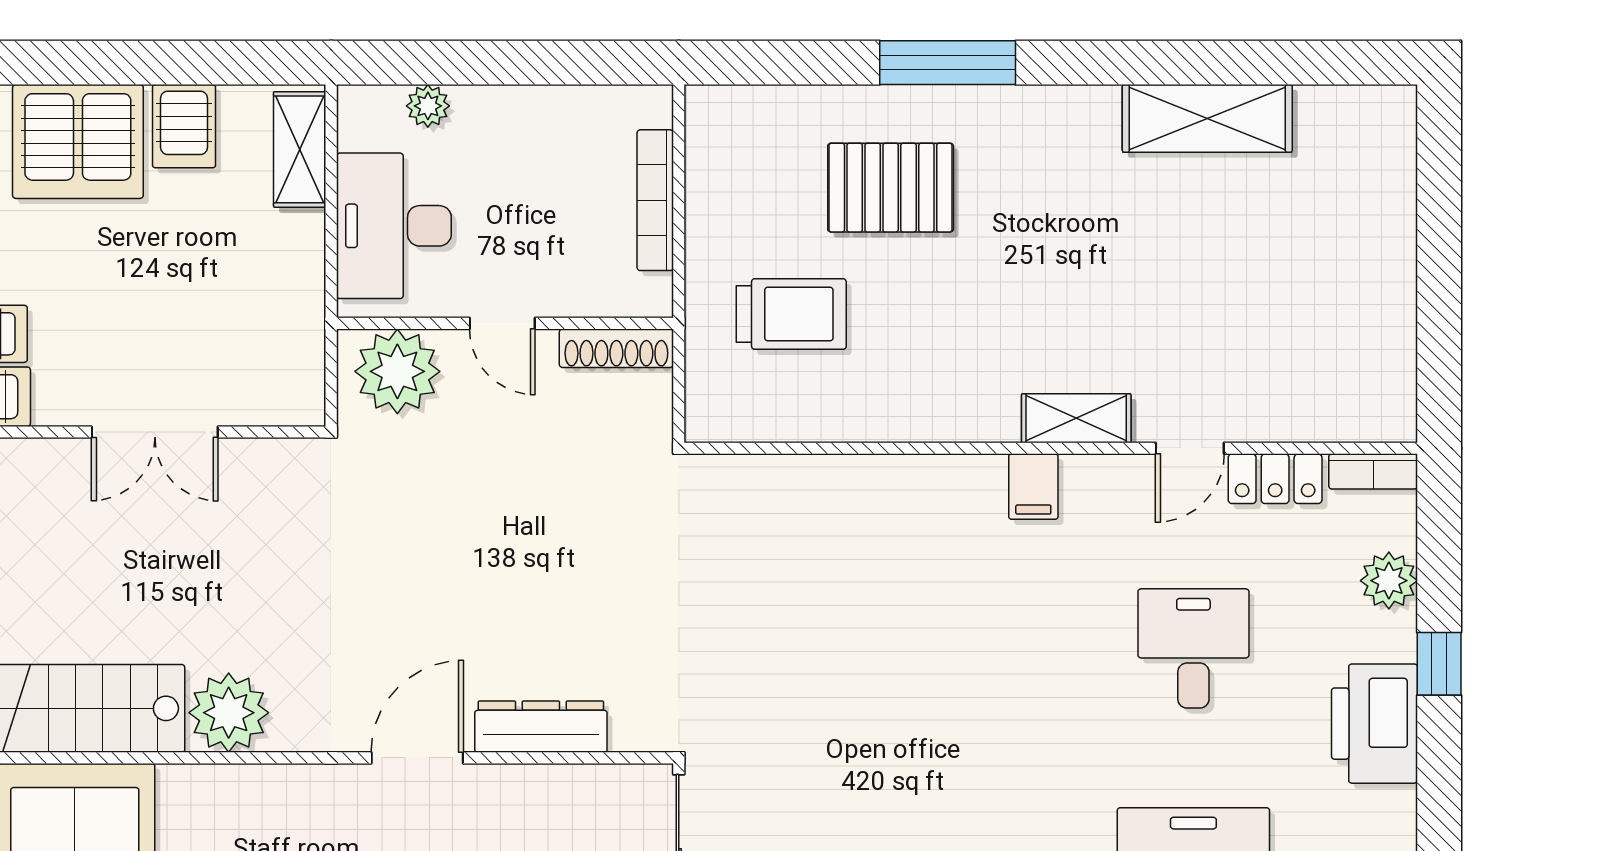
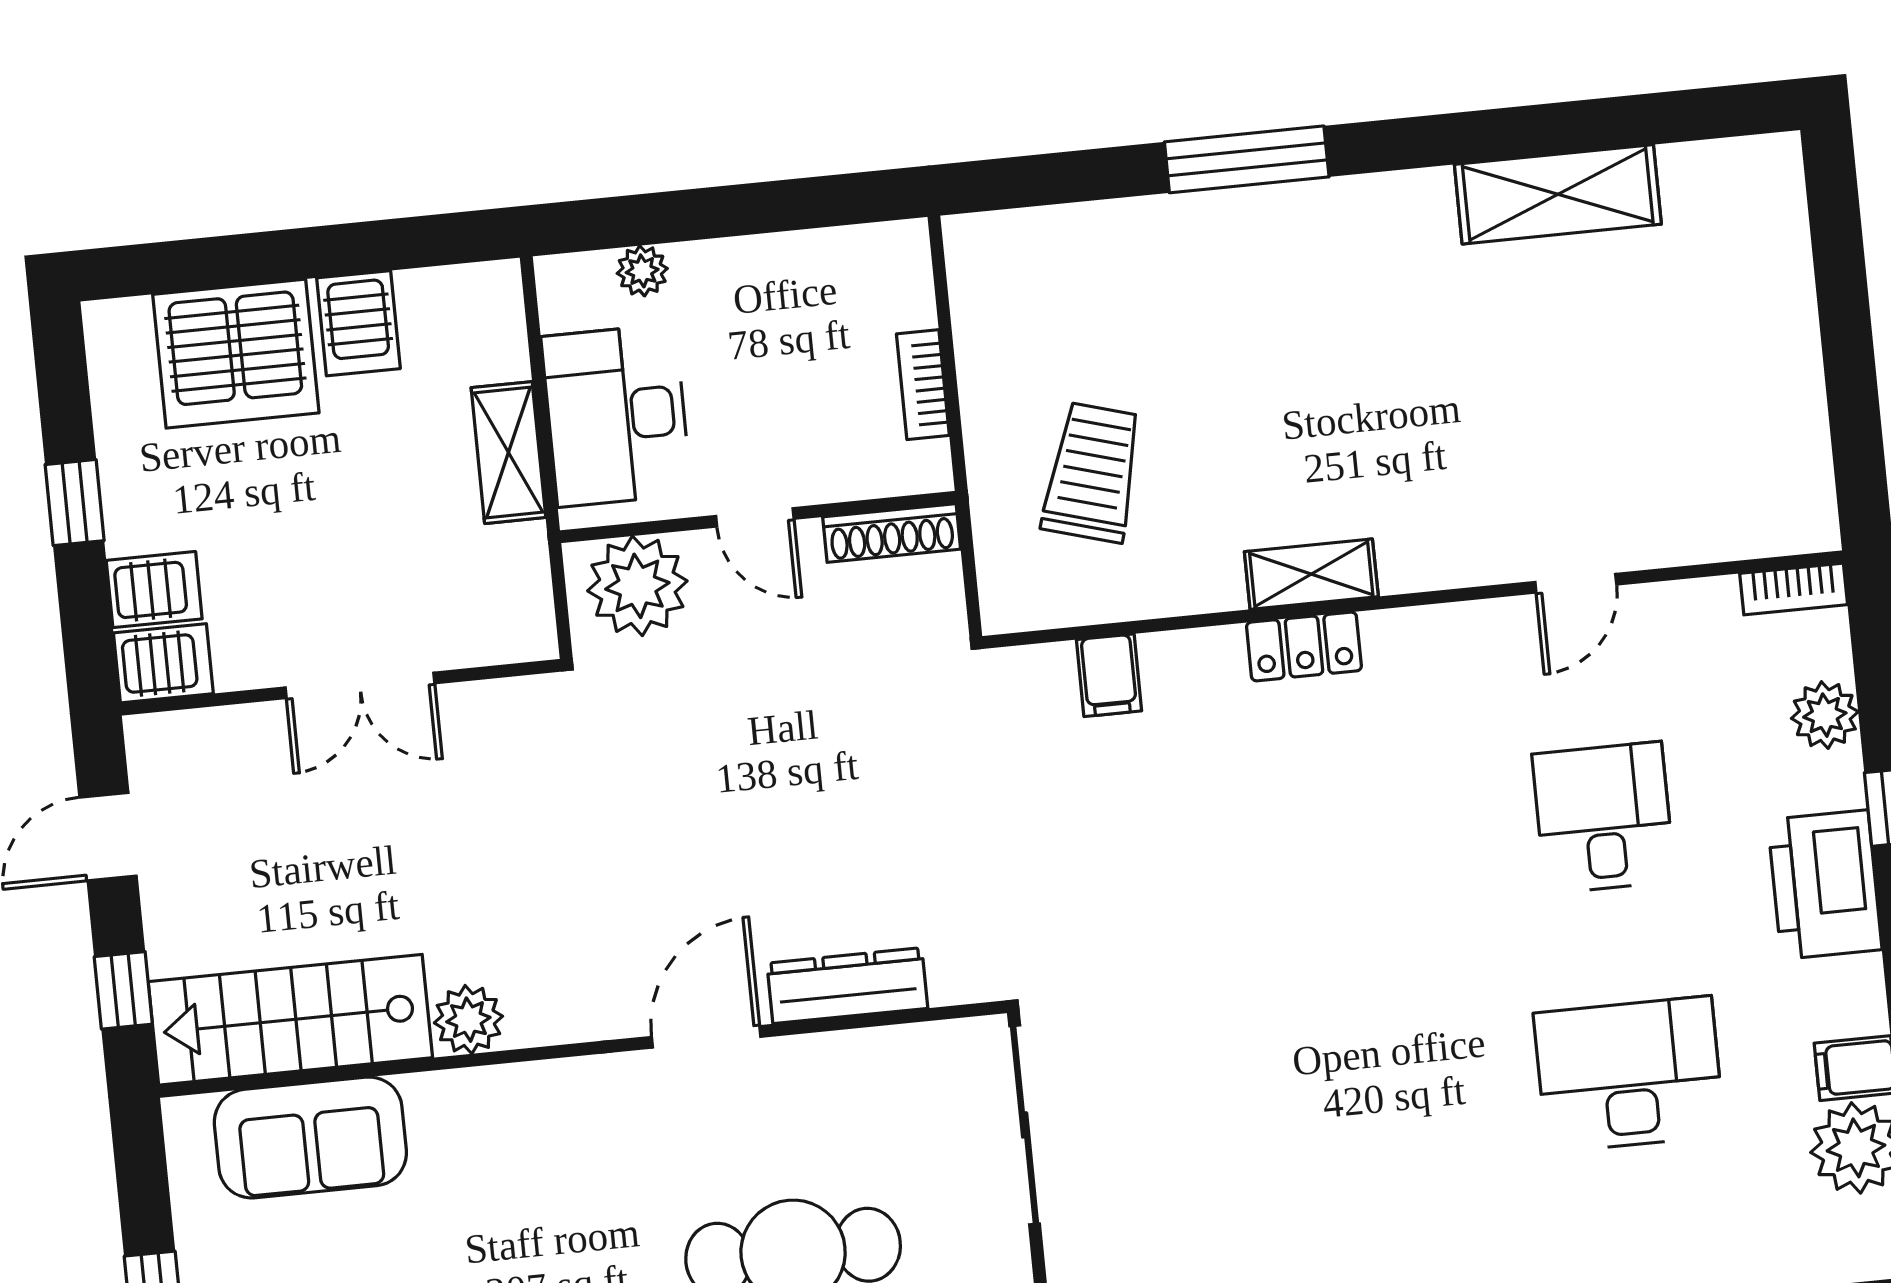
shelving: (300, 149) -> (508, 453), moved
pallet: (891, 188) -> (1194, 313), removed
bookcase: (655, 200) -> (923, 385), width x0.64
trolley: (791, 314) -> (1093, 472), turned -74
shelving: (1076, 418) -> (1311, 574), moved
locker: (1275, 479) -> (1304, 647), moved
filing cabinet: (1033, 487) -> (1109, 675), moved
plant: (229, 713) -> (468, 1020), width x0.73, depth x0.73

